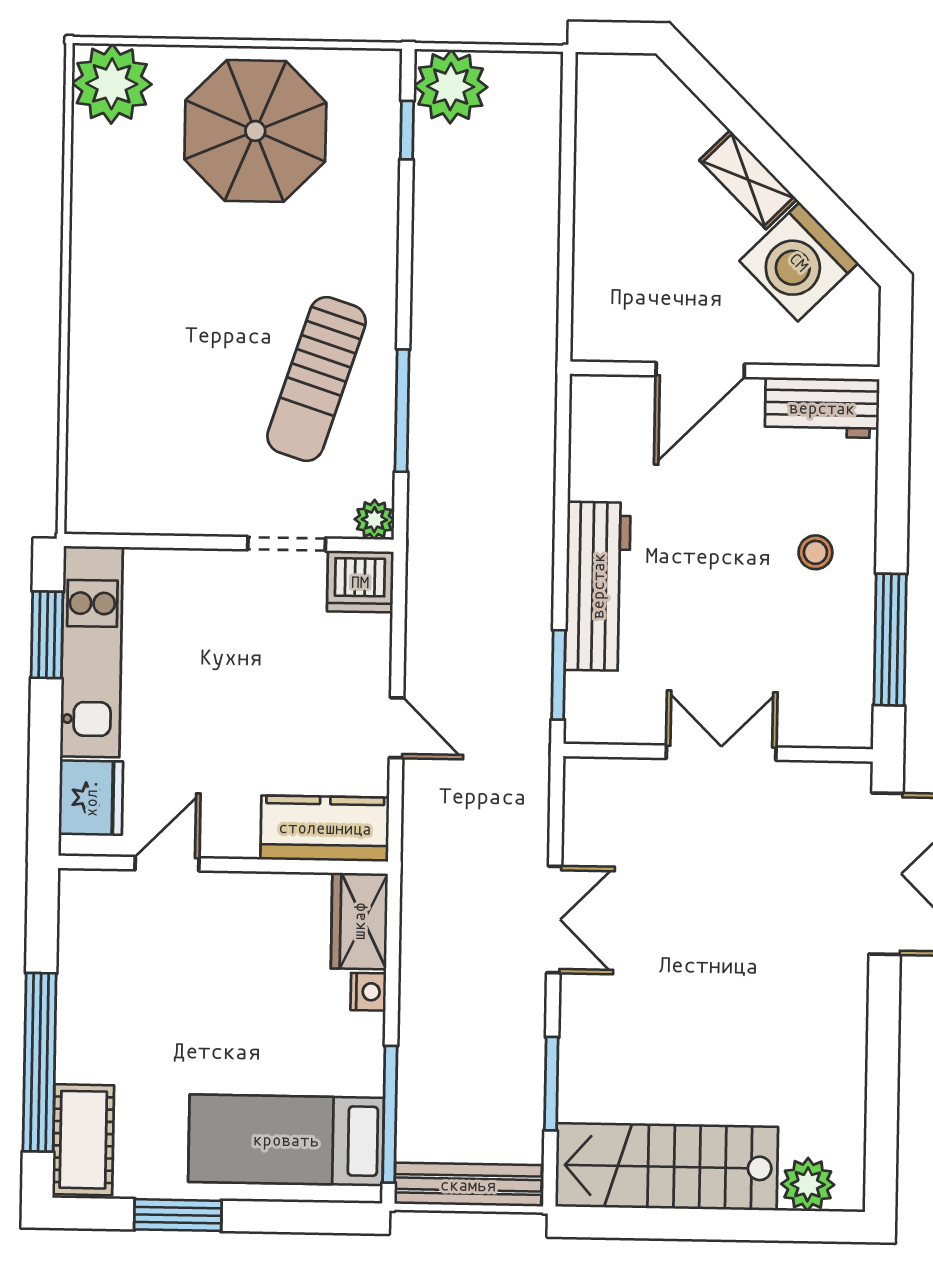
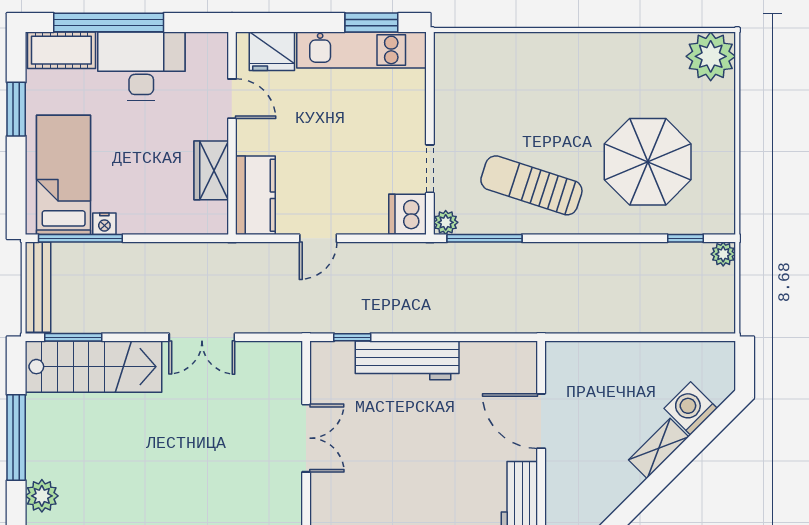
plant: (451, 87) -> (723, 254), width x0.53, depth x0.53
parasol: (255, 131) -> (648, 162), moved
washing machine: (799, 262) -> (691, 408), moved, width x0.73, depth x0.73
window: (402, 411) -> (484, 238), moved
stool: (815, 552) -> (430, 494), removed
window: (558, 675) -> (352, 337), width x0.67
wardrobe: (359, 921) -> (211, 170), moved, turned -90
nightstand: (368, 992) -> (104, 224), moved
desk: (111, 1010) -> (141, 66), added
window: (551, 1084) -> (73, 337), moved
stairs: (667, 1167) -> (94, 367), moved, turned 90
window: (712, 1224) -> (16, 438), added

